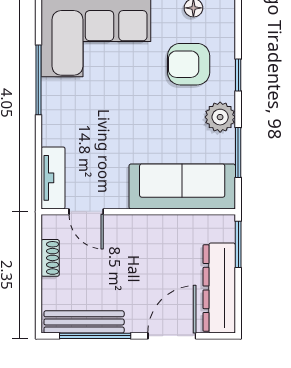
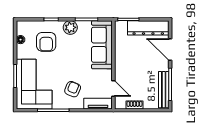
armchair: (85, 122) -> (73, 89), added
door: (86, 212) -> (113, 89), hinge flipped

